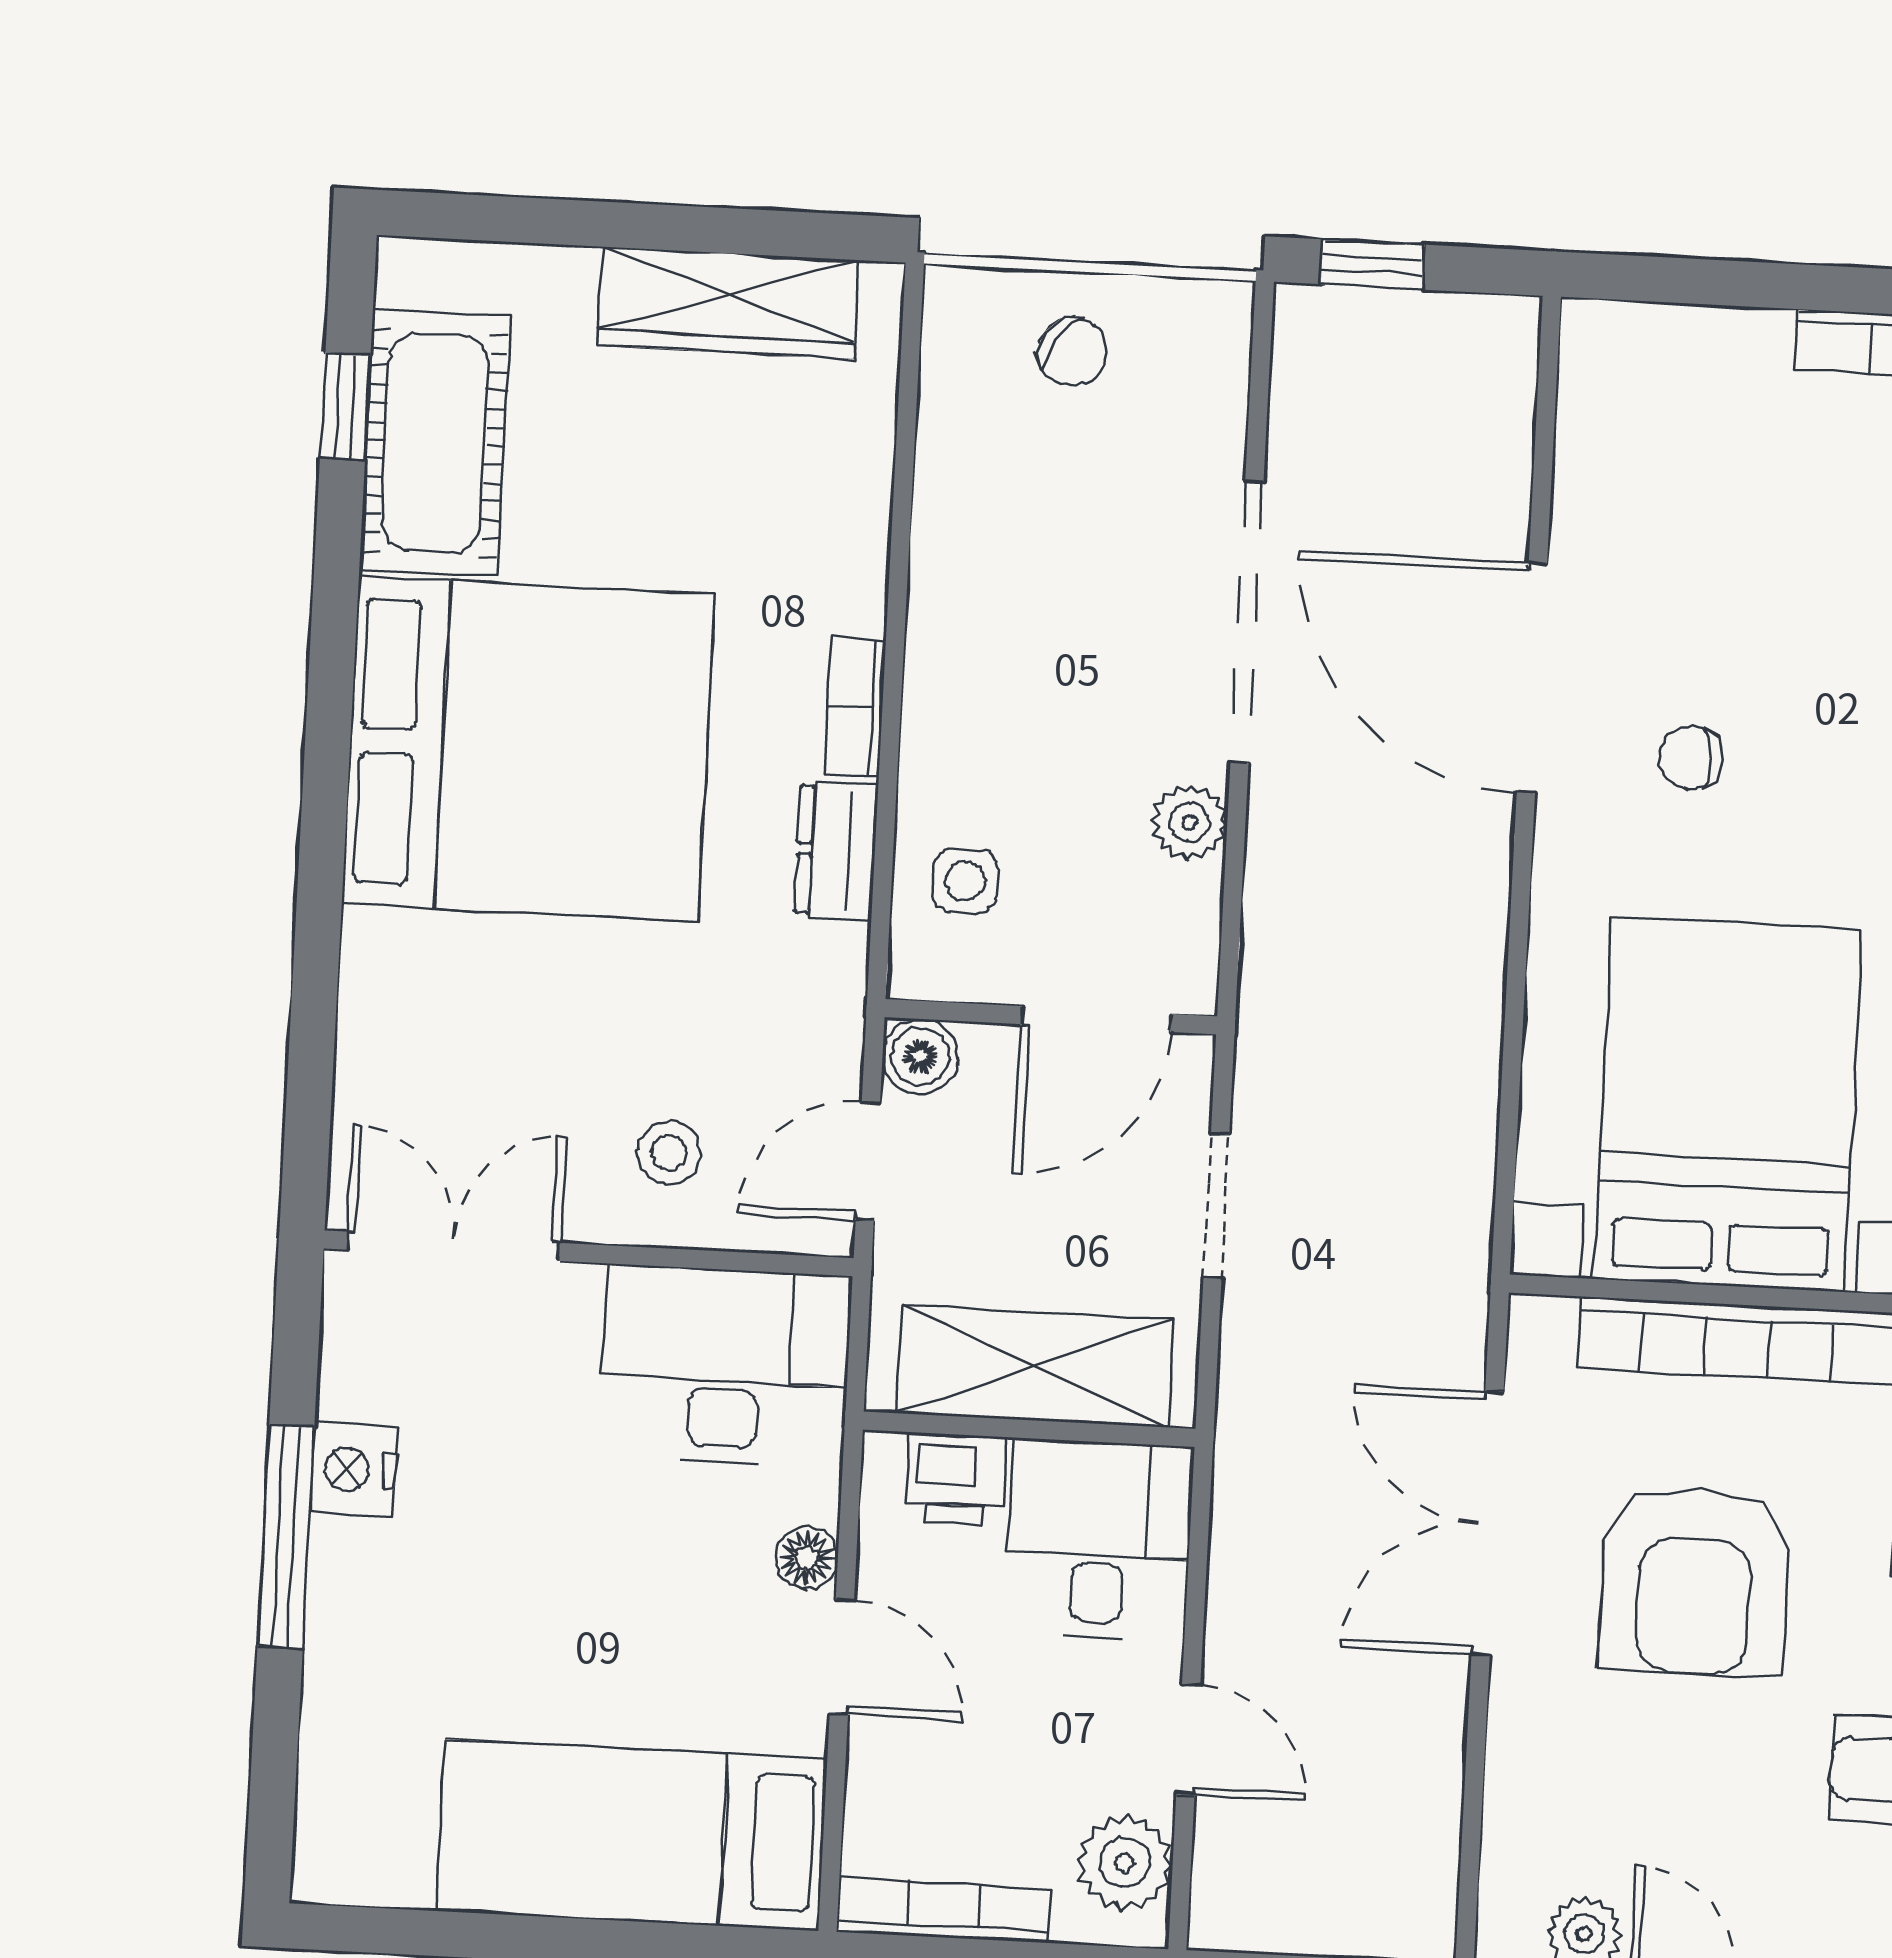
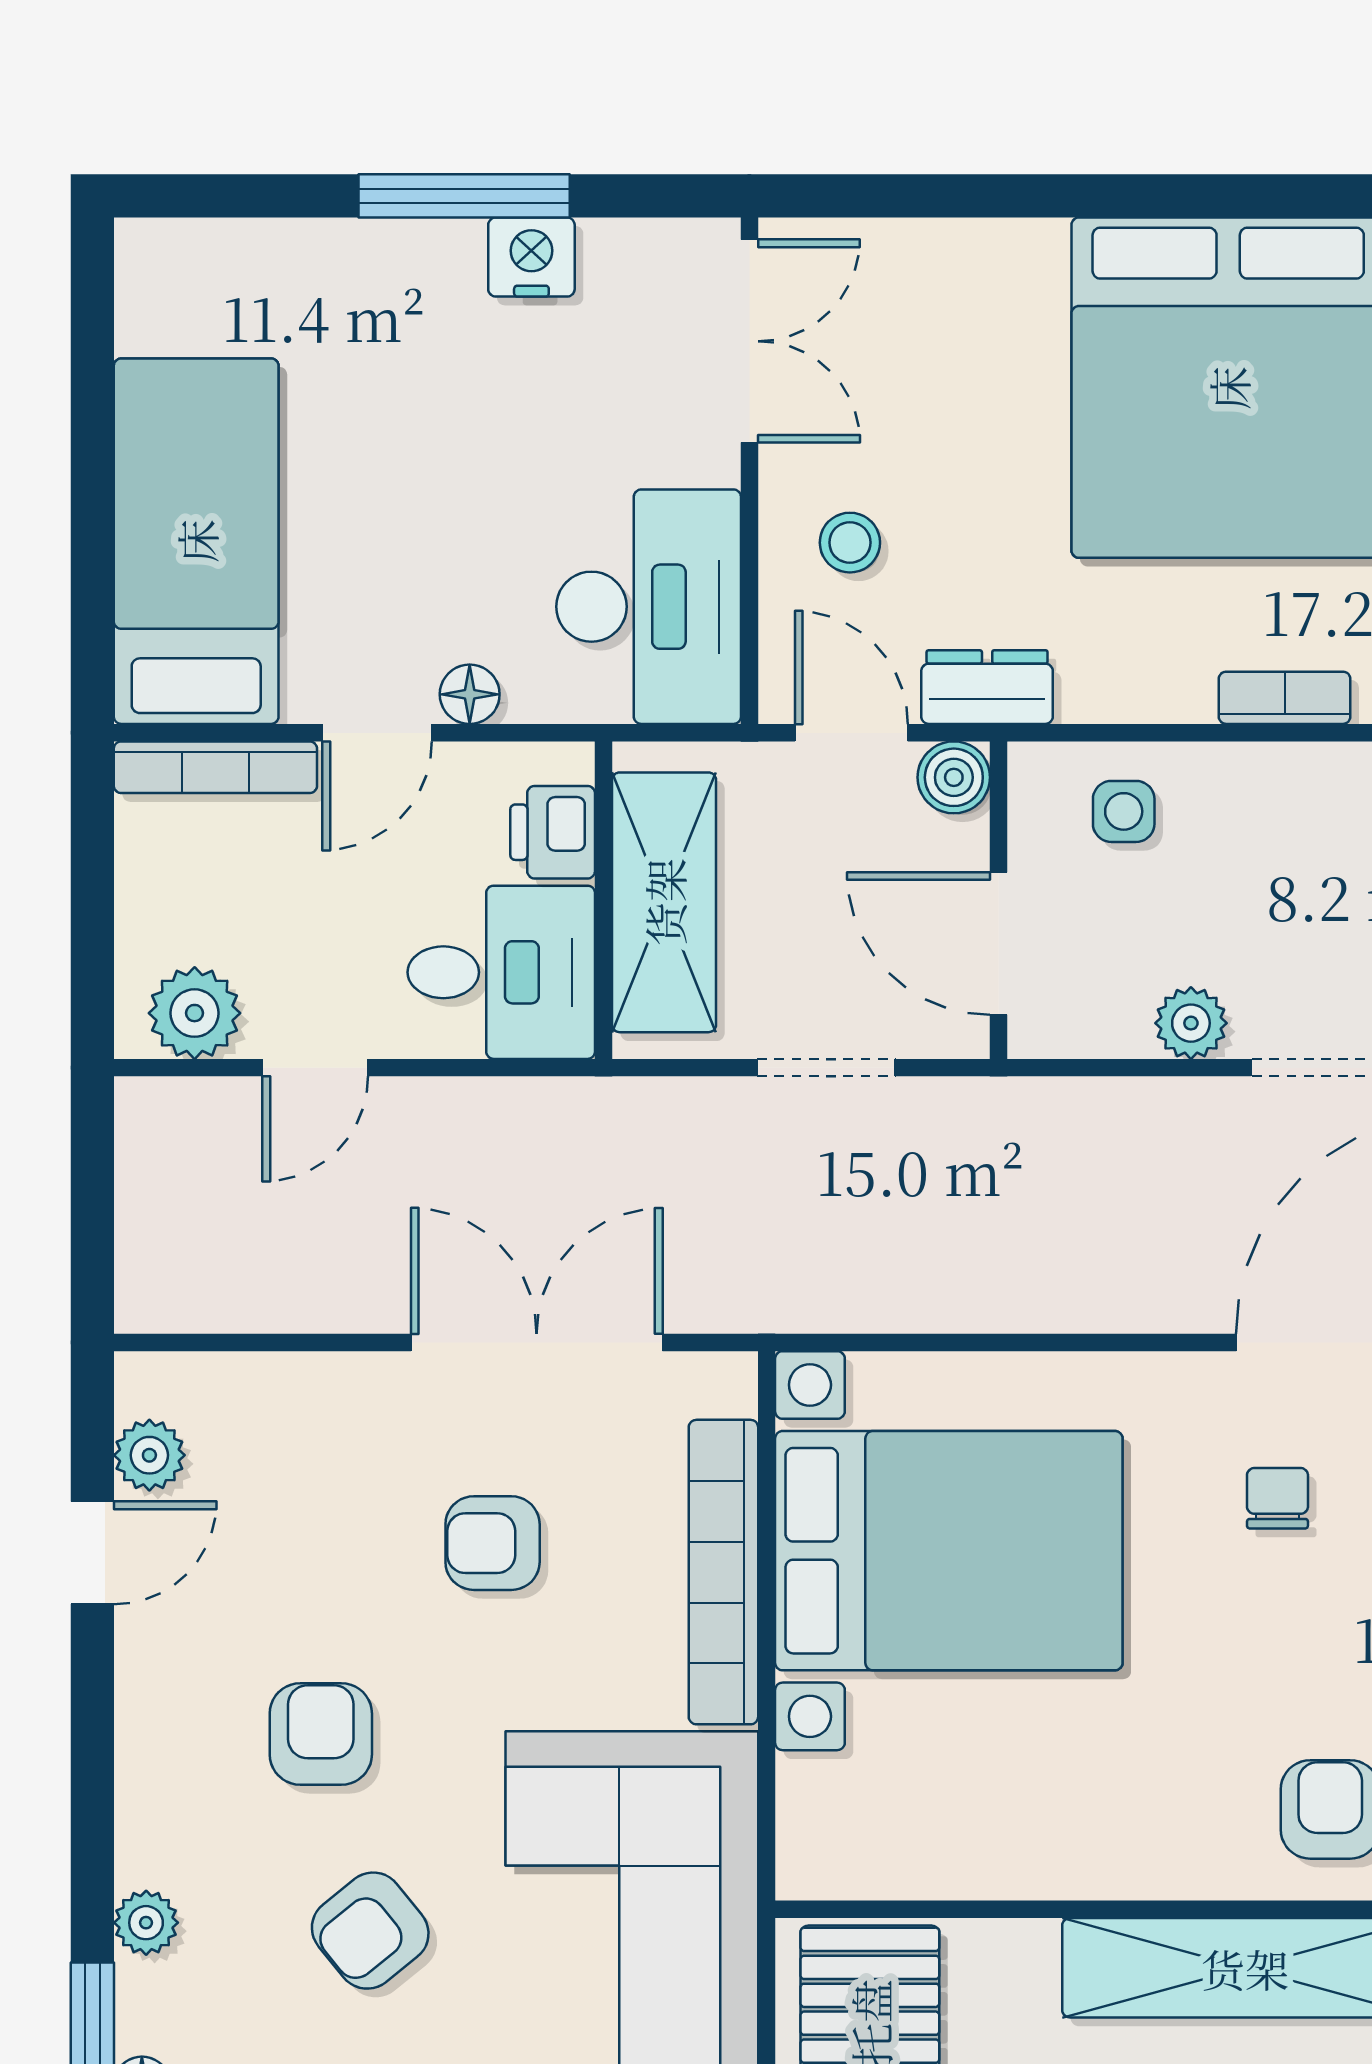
dresser: (836, 851) -> (987, 687), moved
armchair: (1695, 1580) -> (493, 1543), width x0.53, depth x0.53
bookcase: (944, 1910) -> (215, 767), moved, turned 90

